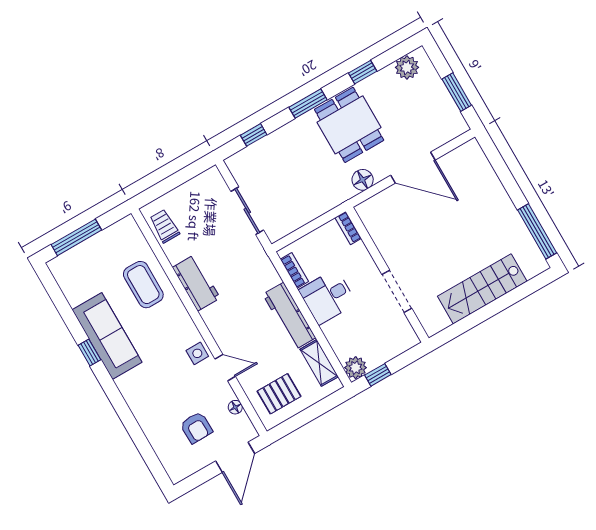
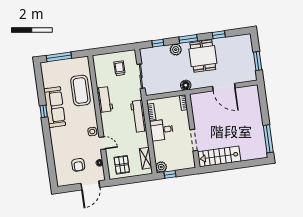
plant: (407, 67) -> (176, 50), moved
floor lamp: (363, 180) -> (186, 85), moved
trolley: (165, 226) -> (119, 68), moved
coffee table: (143, 285) -> (80, 91), width x1.36, depth x1.32
stairs: (482, 289) -> (219, 157), moved
workbench: (289, 316) -> (139, 116), moved
pallet: (279, 394) -> (122, 165), turned 90

